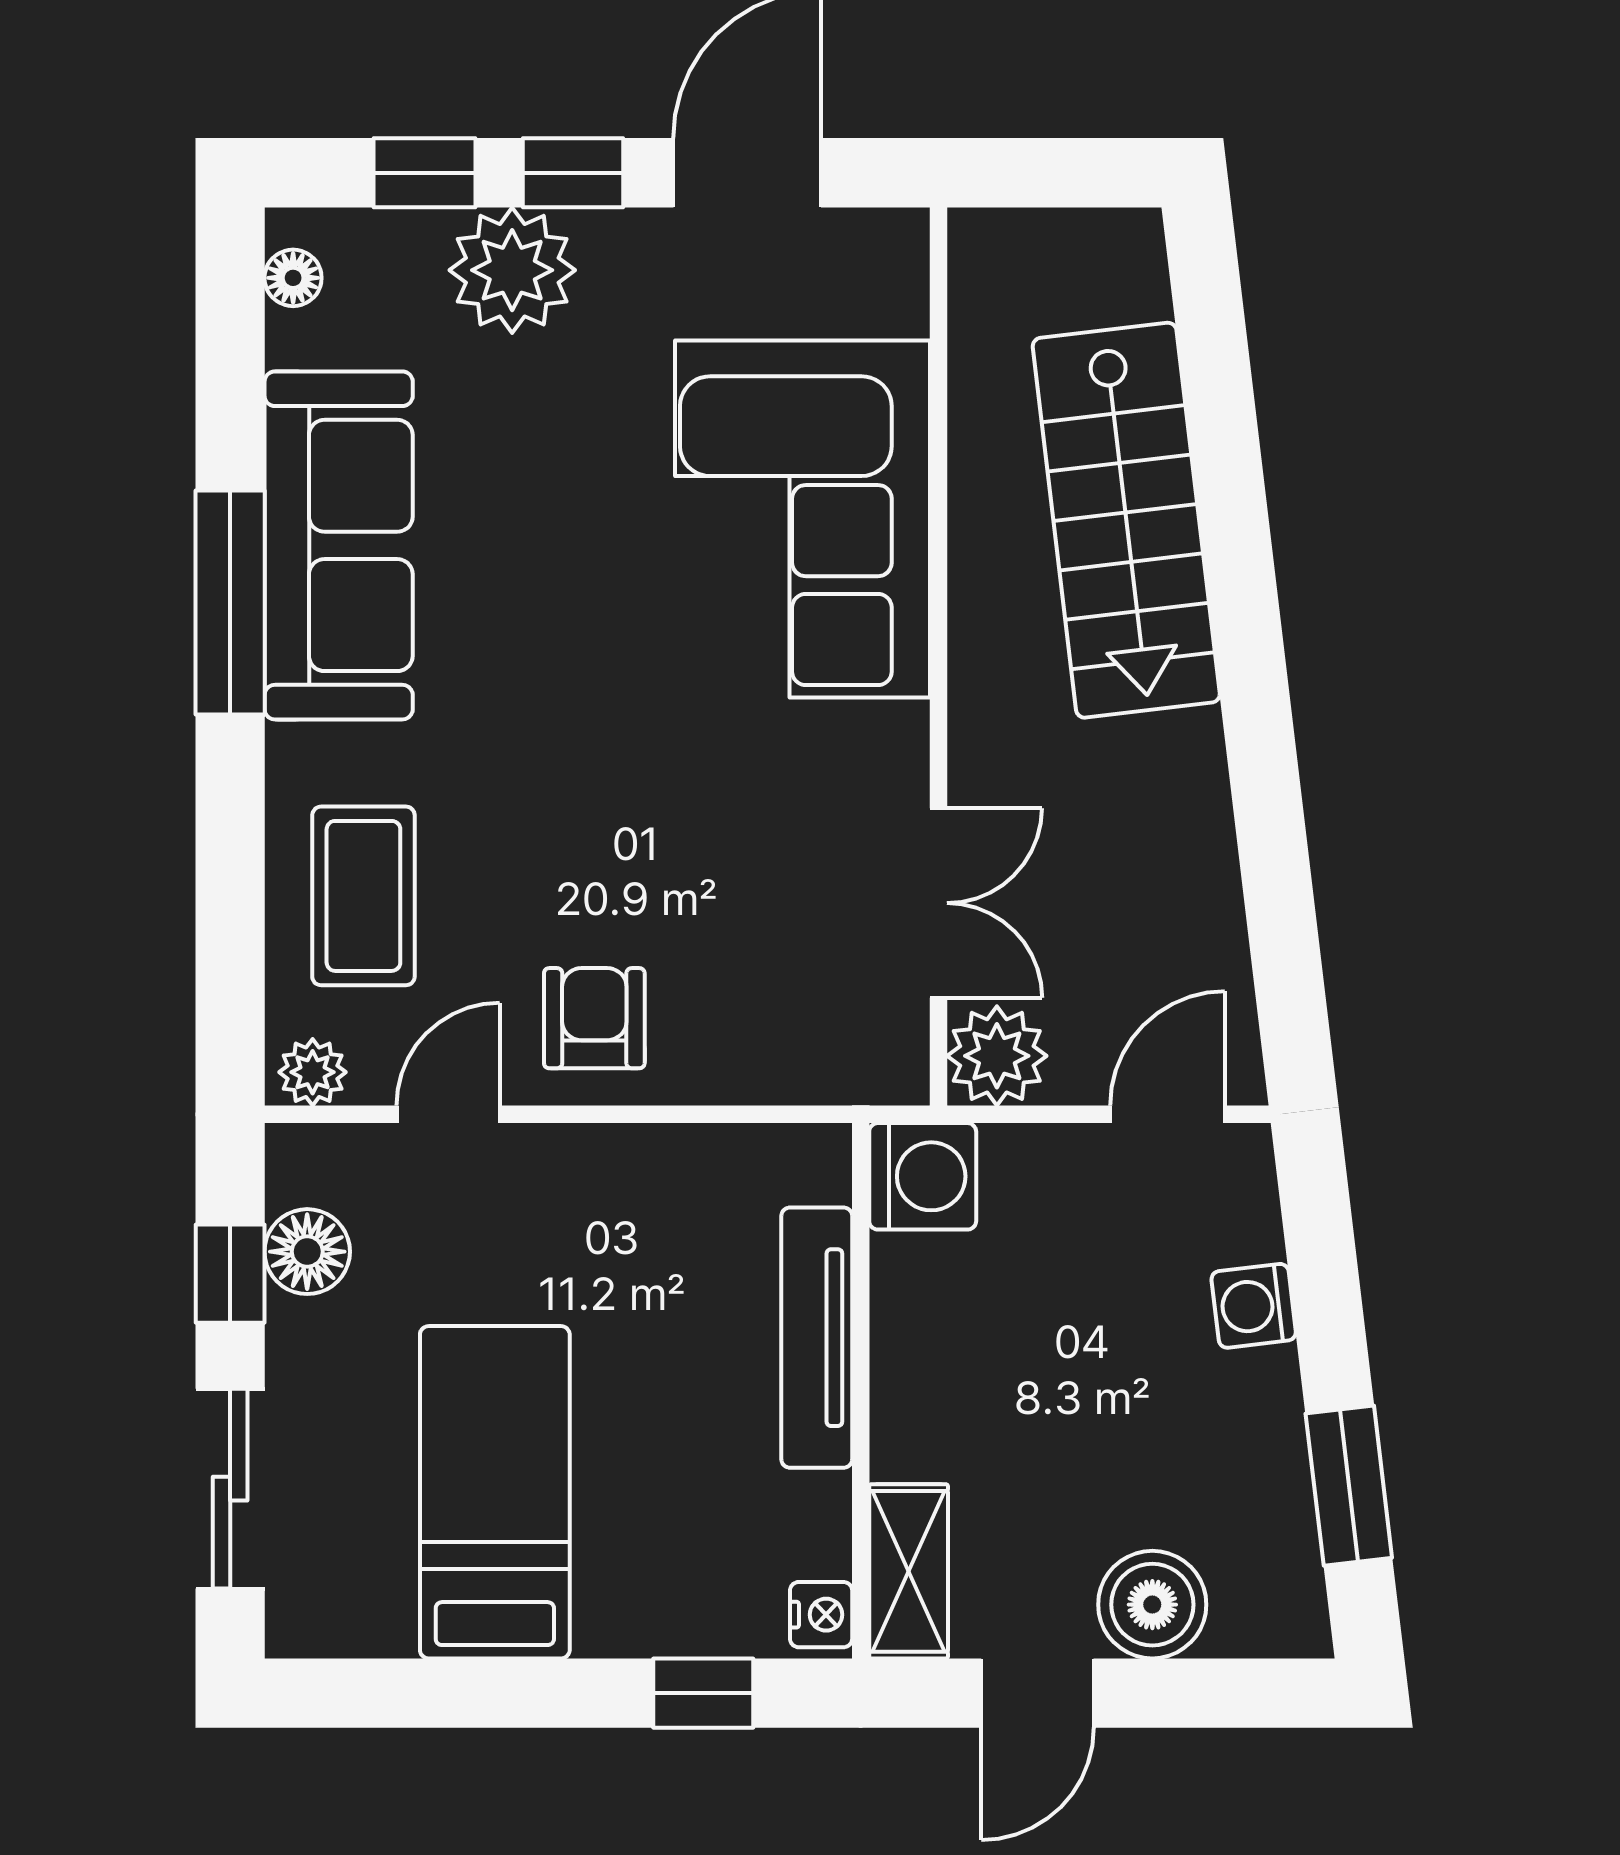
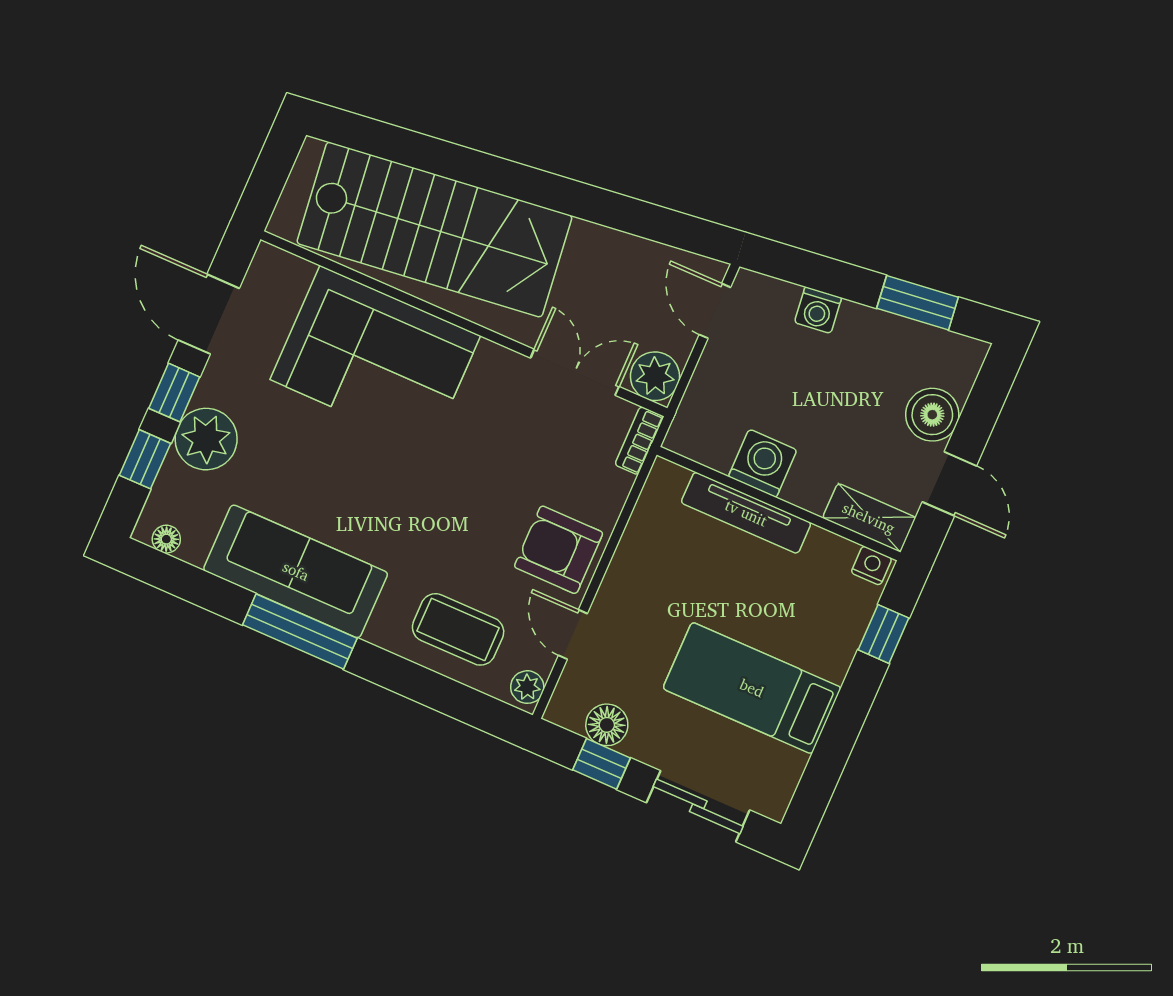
stairs: (1126, 520) -> (434, 230), width x1.36, depth x1.51
armchair: (594, 1018) -> (559, 550), width x1.38, depth x1.38
bookcase: (864, 1079) -> (639, 441), added
washing machine: (923, 1176) -> (763, 463), moved

